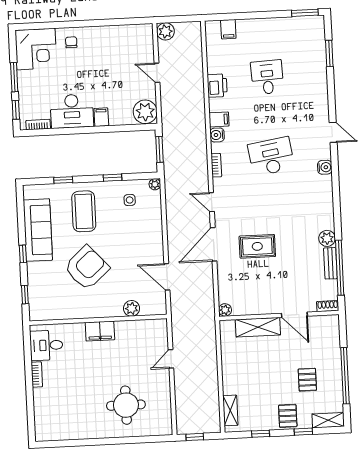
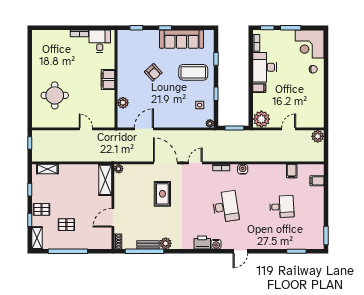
printer: (217, 86) -> (202, 242), moved, turned 180
filing cabinet: (219, 119) -> (292, 171), moved
armchair: (87, 268) -> (153, 72), width x0.53, depth x0.53
shelving: (258, 327) -> (105, 180), moved

